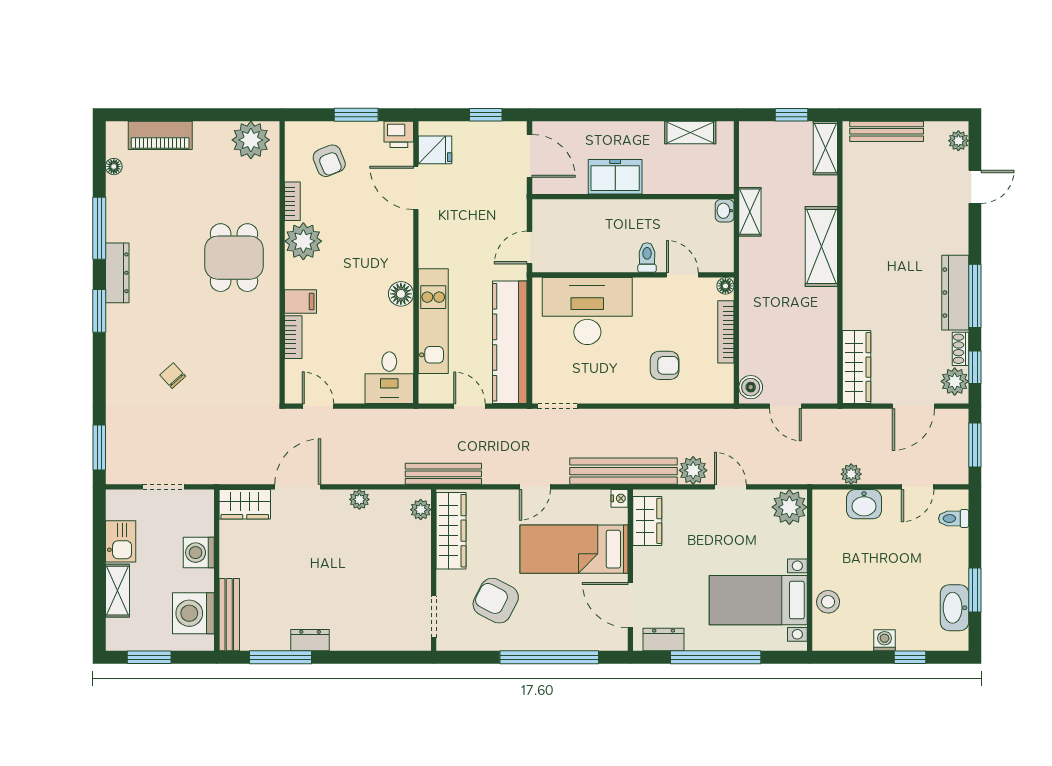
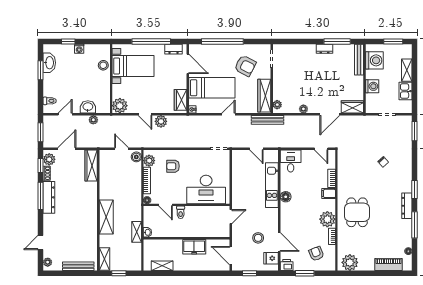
stool: (465, 198) -> (258, 238), added
kitchen counter: (510, 342) -> (239, 176), removed
plant: (720, 379) -> (149, 161), added
bench: (623, 471) -> (191, 121), removed

